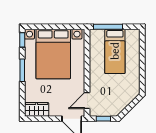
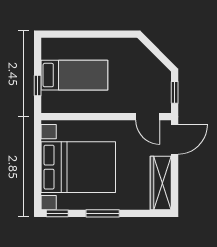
window: (108, 27) -> (38, 85), width x0.46
wardrobe: (37, 109) -> (161, 183), width x1.50

